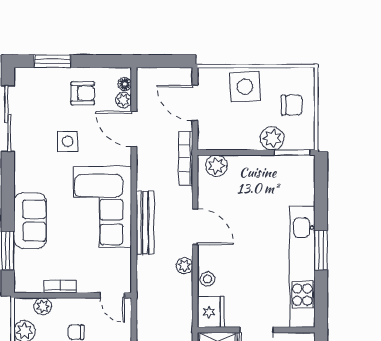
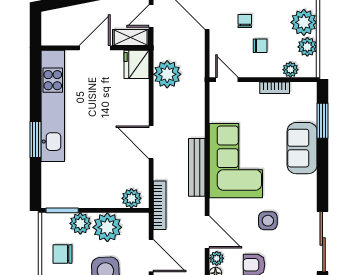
plant: (243, 134) -> (107, 227), added
bench: (145, 223) -> (197, 167), moved
window: (321, 250) -> (36, 139), moved
plant: (184, 266) -> (167, 74), moved, width x1.88, depth x1.88
stool: (207, 279) -> (140, 94), removed

